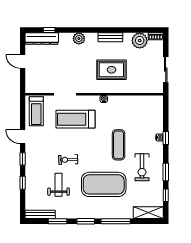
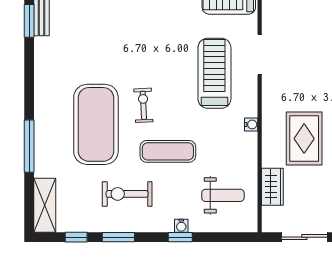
wardrobe: (138, 87) -> (272, 187), added
exercise bike: (68, 160) -> (143, 105), moved
weight bench: (59, 185) -> (223, 195), moved
window: (58, 221) -> (29, 21), moved
window: (86, 221) -> (29, 92), removed

